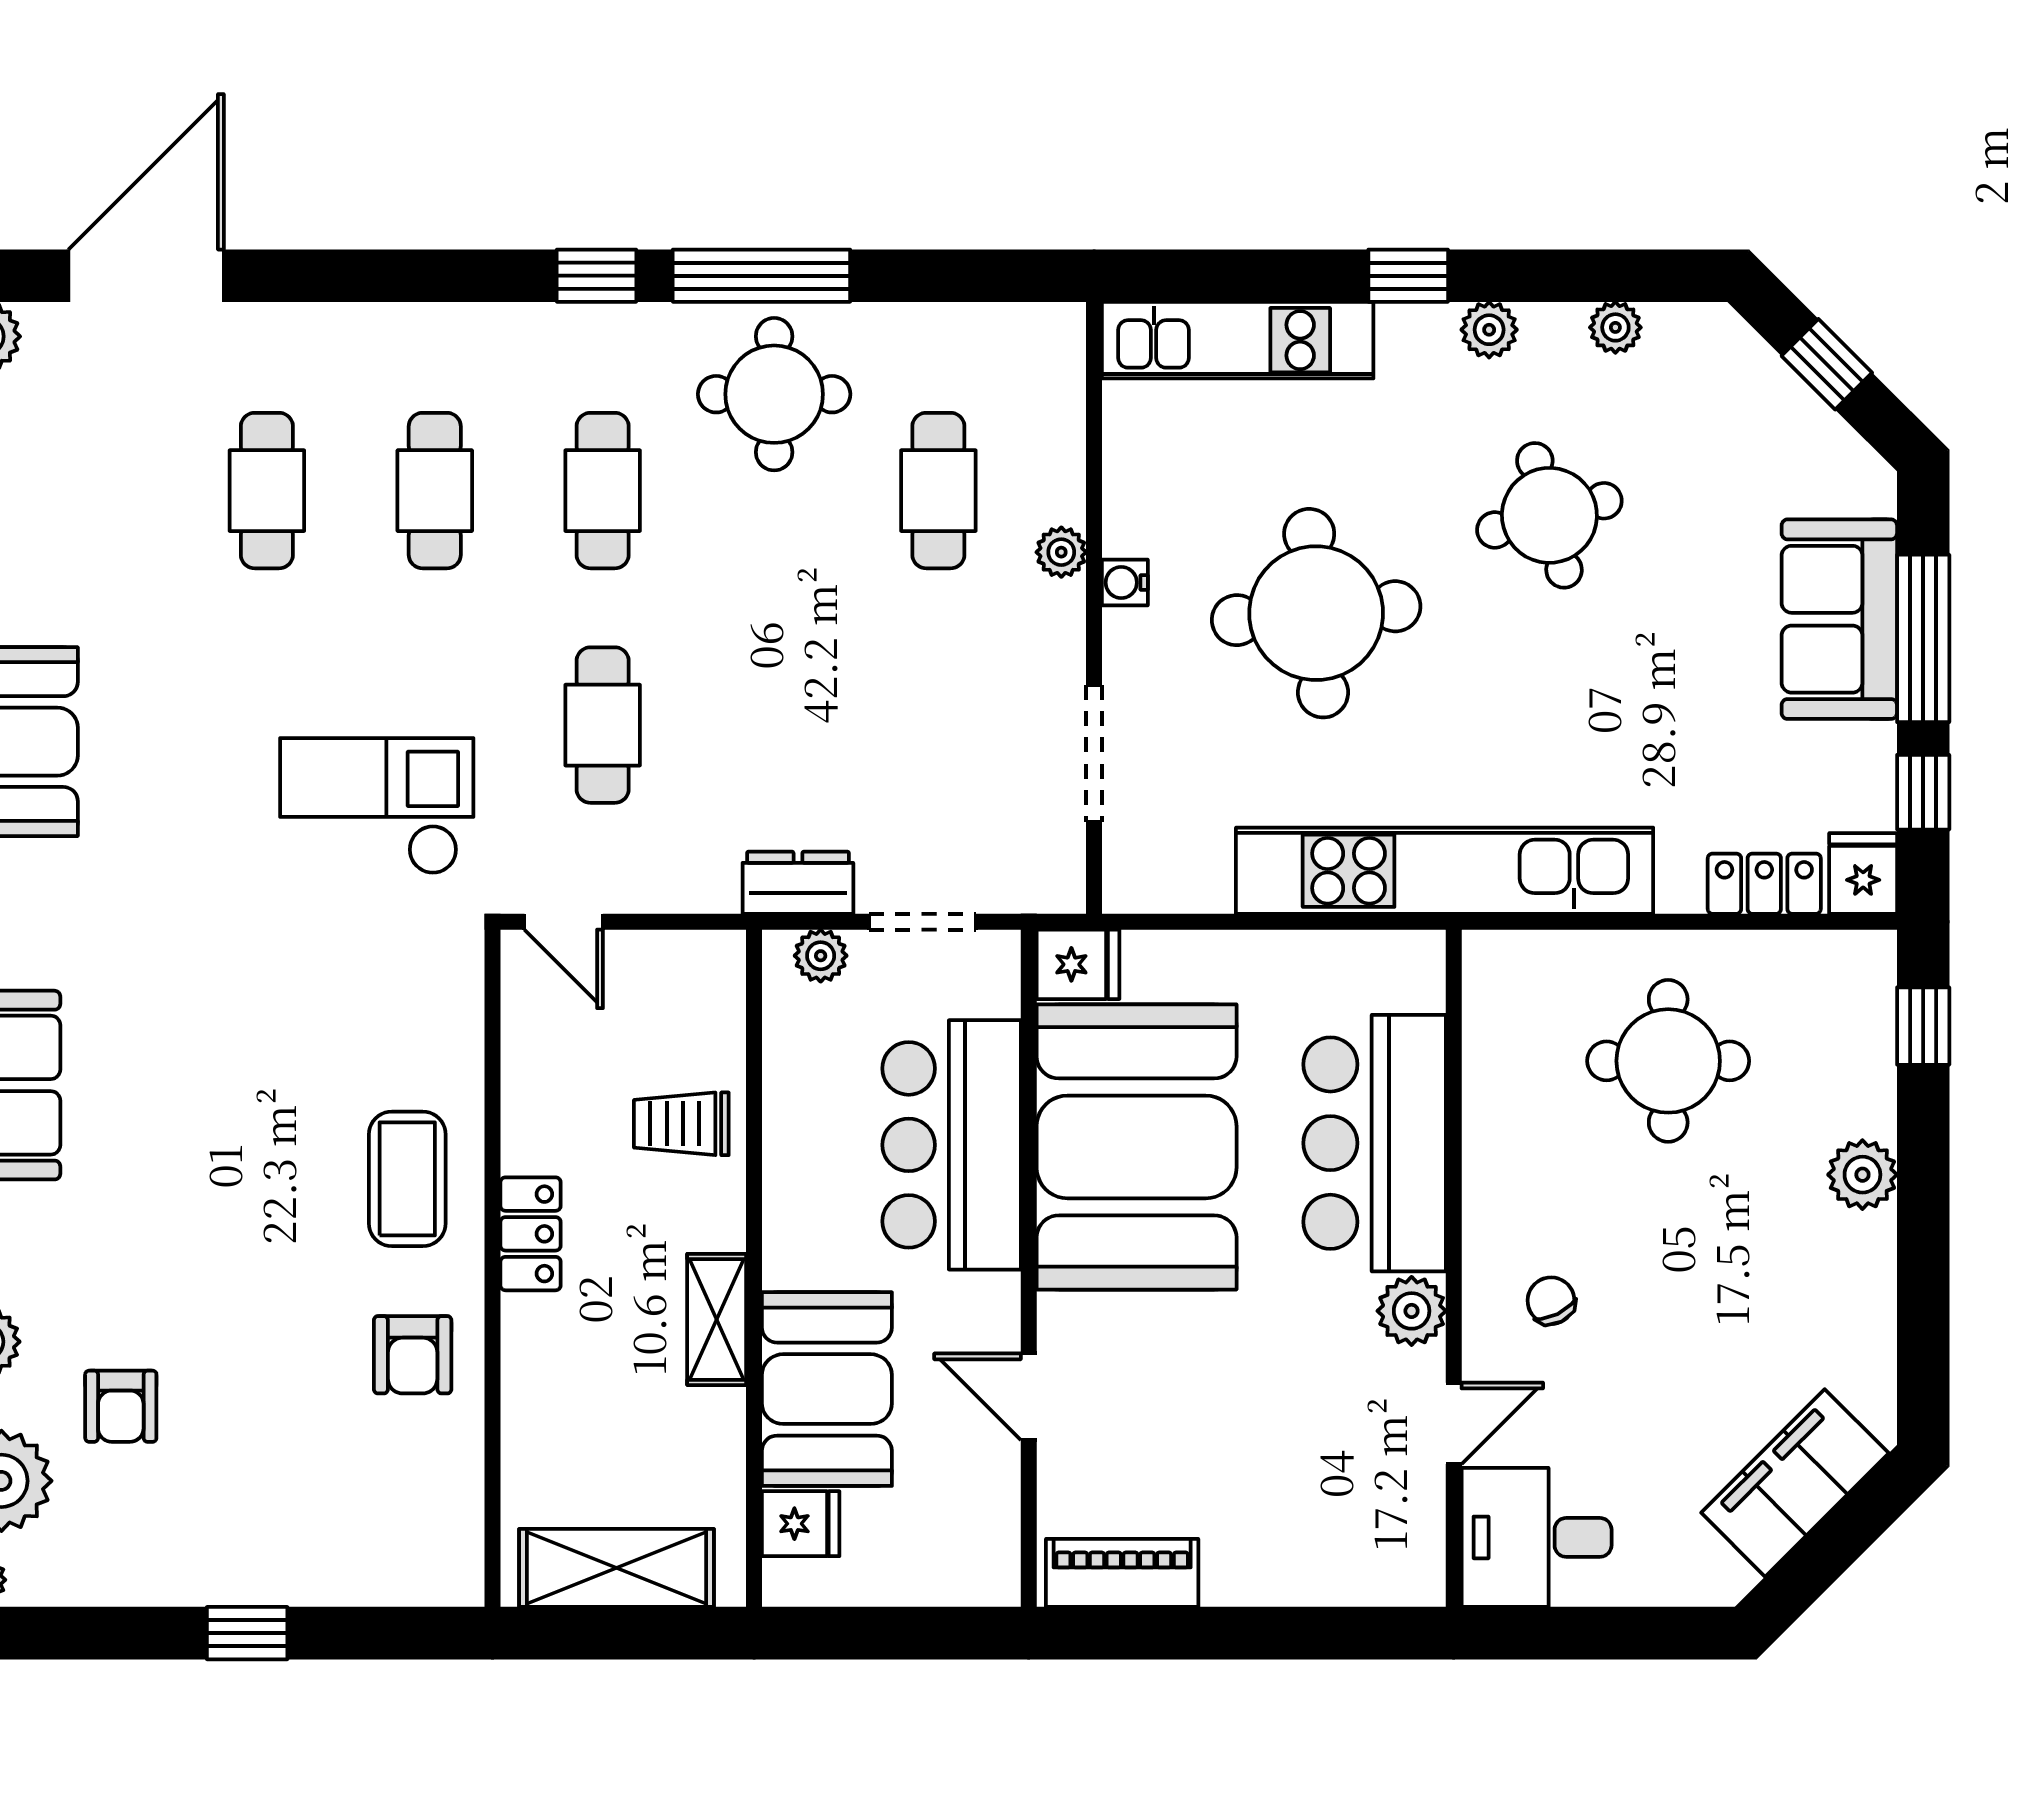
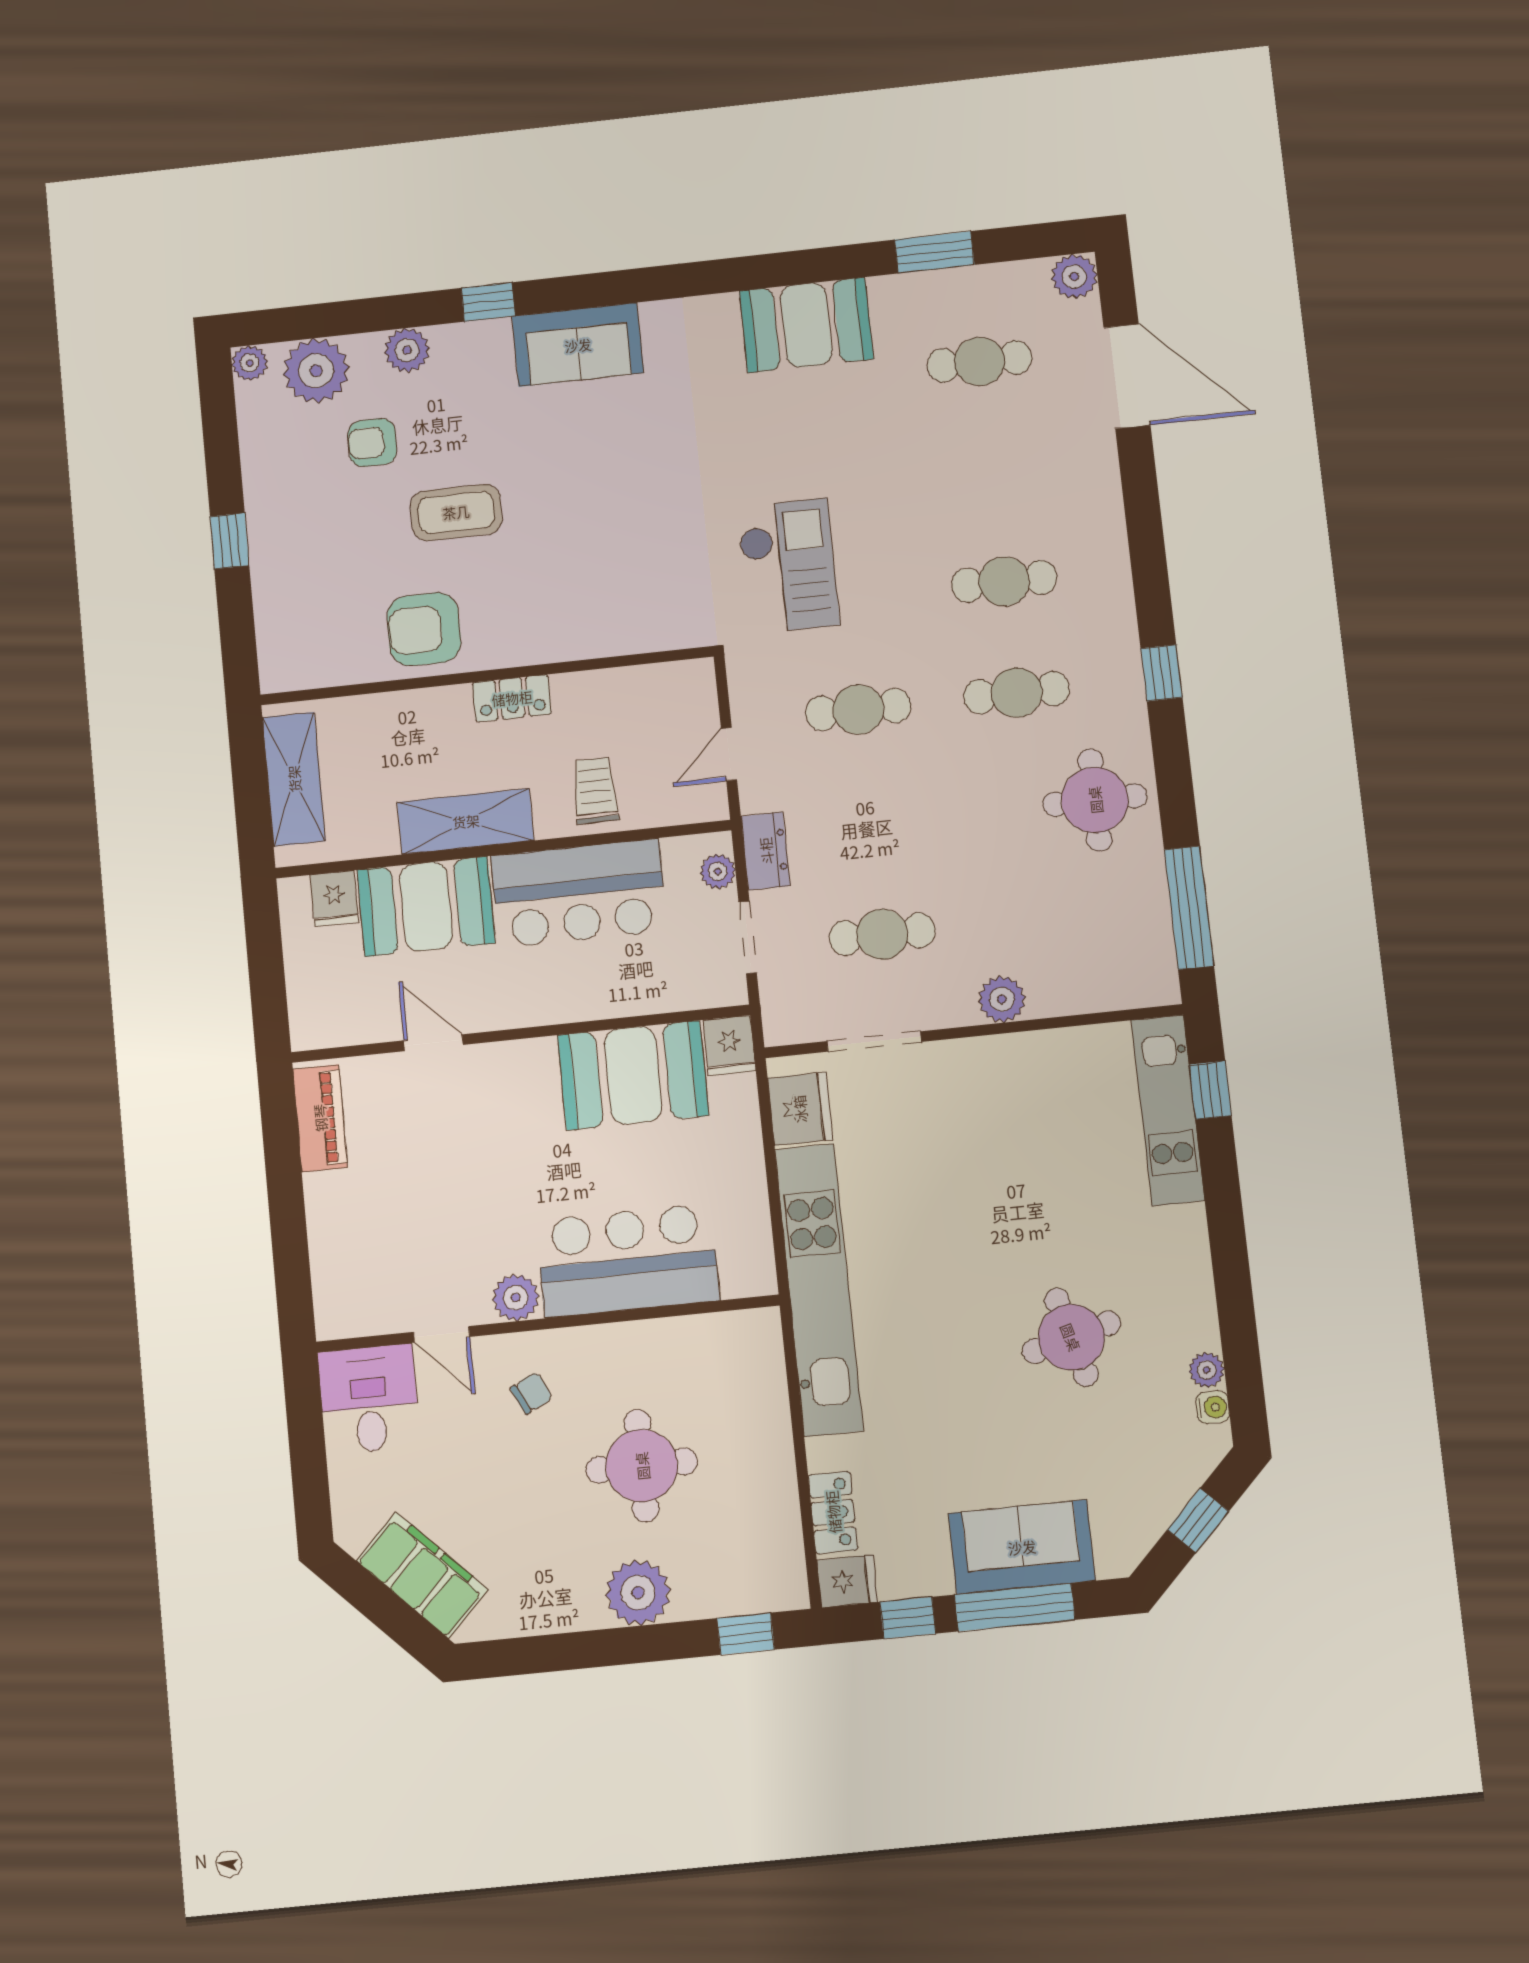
window: (761, 276) -> (1189, 908), moved
window: (1408, 276) -> (1210, 1090), moved
plant: (1489, 330) -> (1195, 1282), removed
cafe table: (267, 491) -> (980, 361), moved
cafe table: (938, 491) -> (882, 934), moved
plant: (1061, 552) -> (1002, 999), width x1.38, depth x1.38
water cooler: (1125, 583) -> (1213, 1407), moved, turned 90
round table: (1316, 613) -> (986, 1183), removed
fridge: (1181, 871) -> (800, 1109), added
door: (564, 922) -> (729, 754), moved
round table: (1668, 1061) -> (642, 1466), moved
bar counter: (952, 1145) -> (579, 893), moved, turned 180
booth: (1137, 1147) -> (633, 1075), width x0.73, depth x0.70
plant: (1862, 1175) -> (638, 1593), width x1.36, depth x1.36
coffee table: (407, 1179) -> (456, 512), moved
shelving: (717, 1319) -> (466, 821), width x1.50, depth x1.33
armchair: (413, 1355) -> (424, 629), width x1.38, depth x1.38
door: (1029, 1397) -> (433, 1043), hinge flipped

